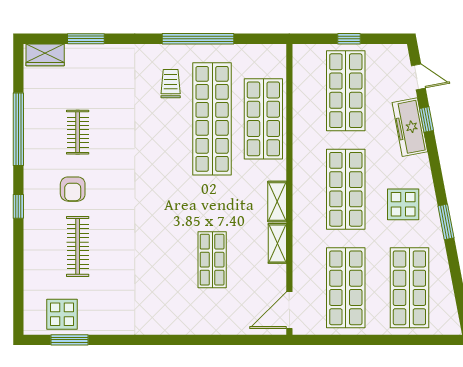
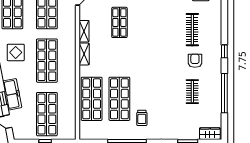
shop shelf: (212, 119) -> (119, 99), width x0.71

